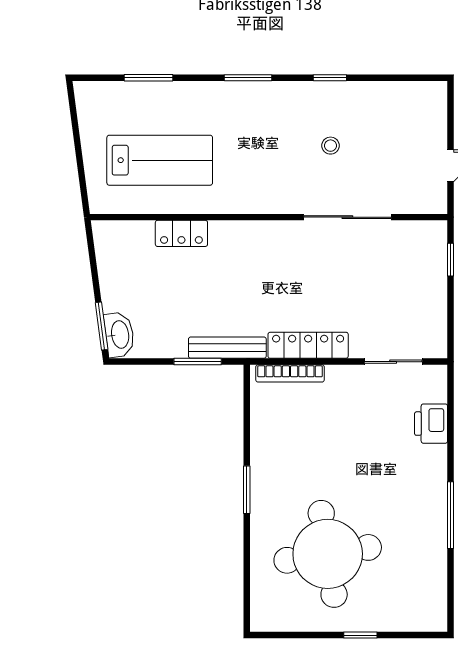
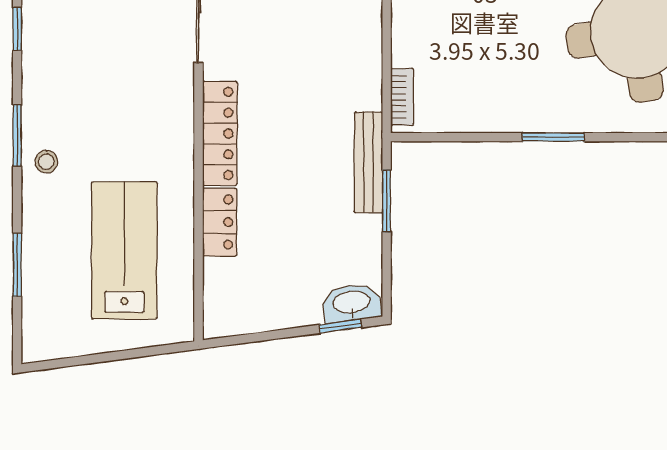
stool: (331, 146) -> (46, 162), moved
window: (102, 326) -> (340, 326), width x0.67
locker: (308, 345) -> (220, 133), moved, turned 180
bookcase: (290, 373) -> (402, 97), width x0.64

